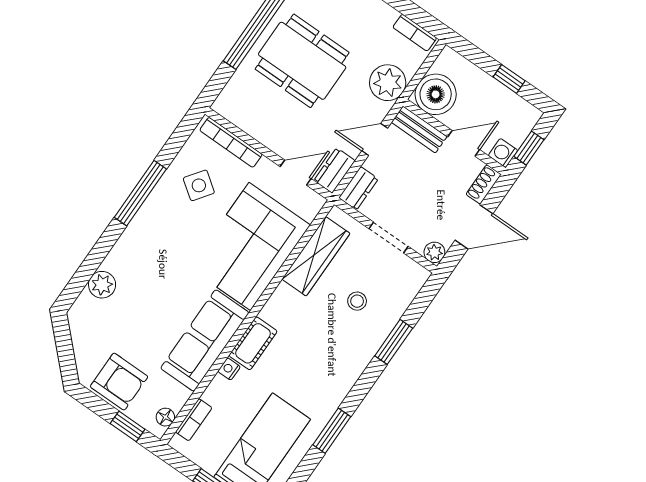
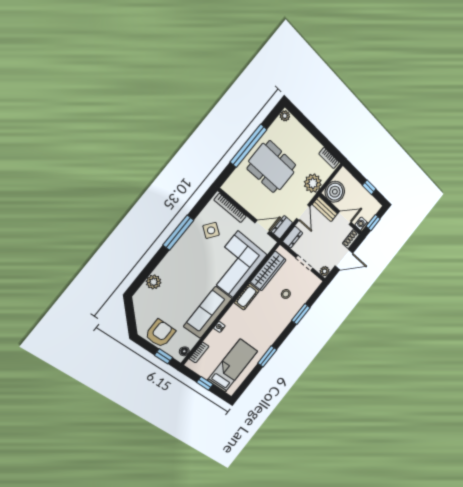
door: (375, 139) -> (303, 213), swing flipped
cot: (253, 343) -> (247, 297), moved
armchair: (119, 382) -> (160, 333), turned -90

